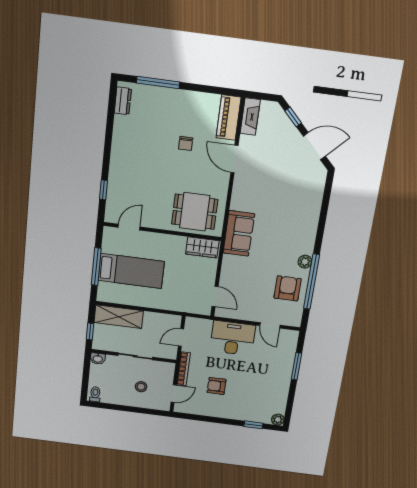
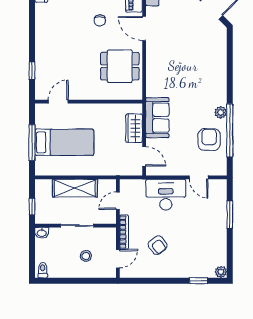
dining table: (195, 212) -> (120, 66), moved
sofa: (239, 233) -> (157, 118), moved
wardrobe: (202, 247) -> (134, 128), moved, turned 90
shelving: (119, 317) -> (75, 188), moved
armchair: (217, 386) -> (158, 245), turned -127

